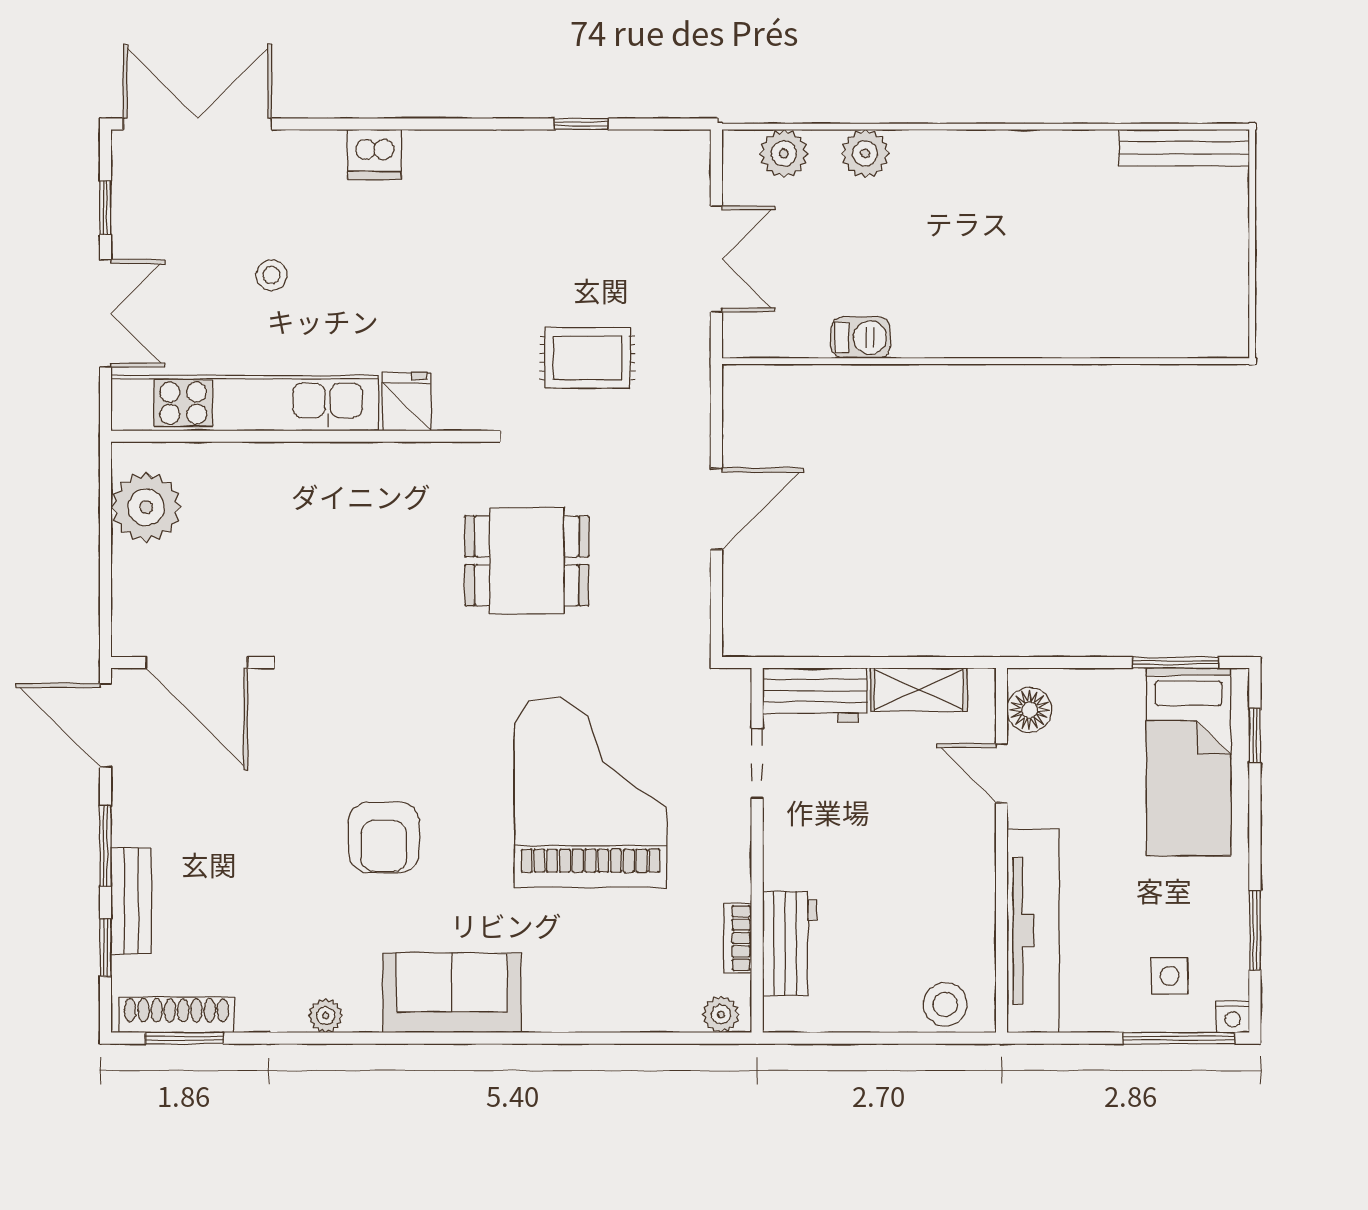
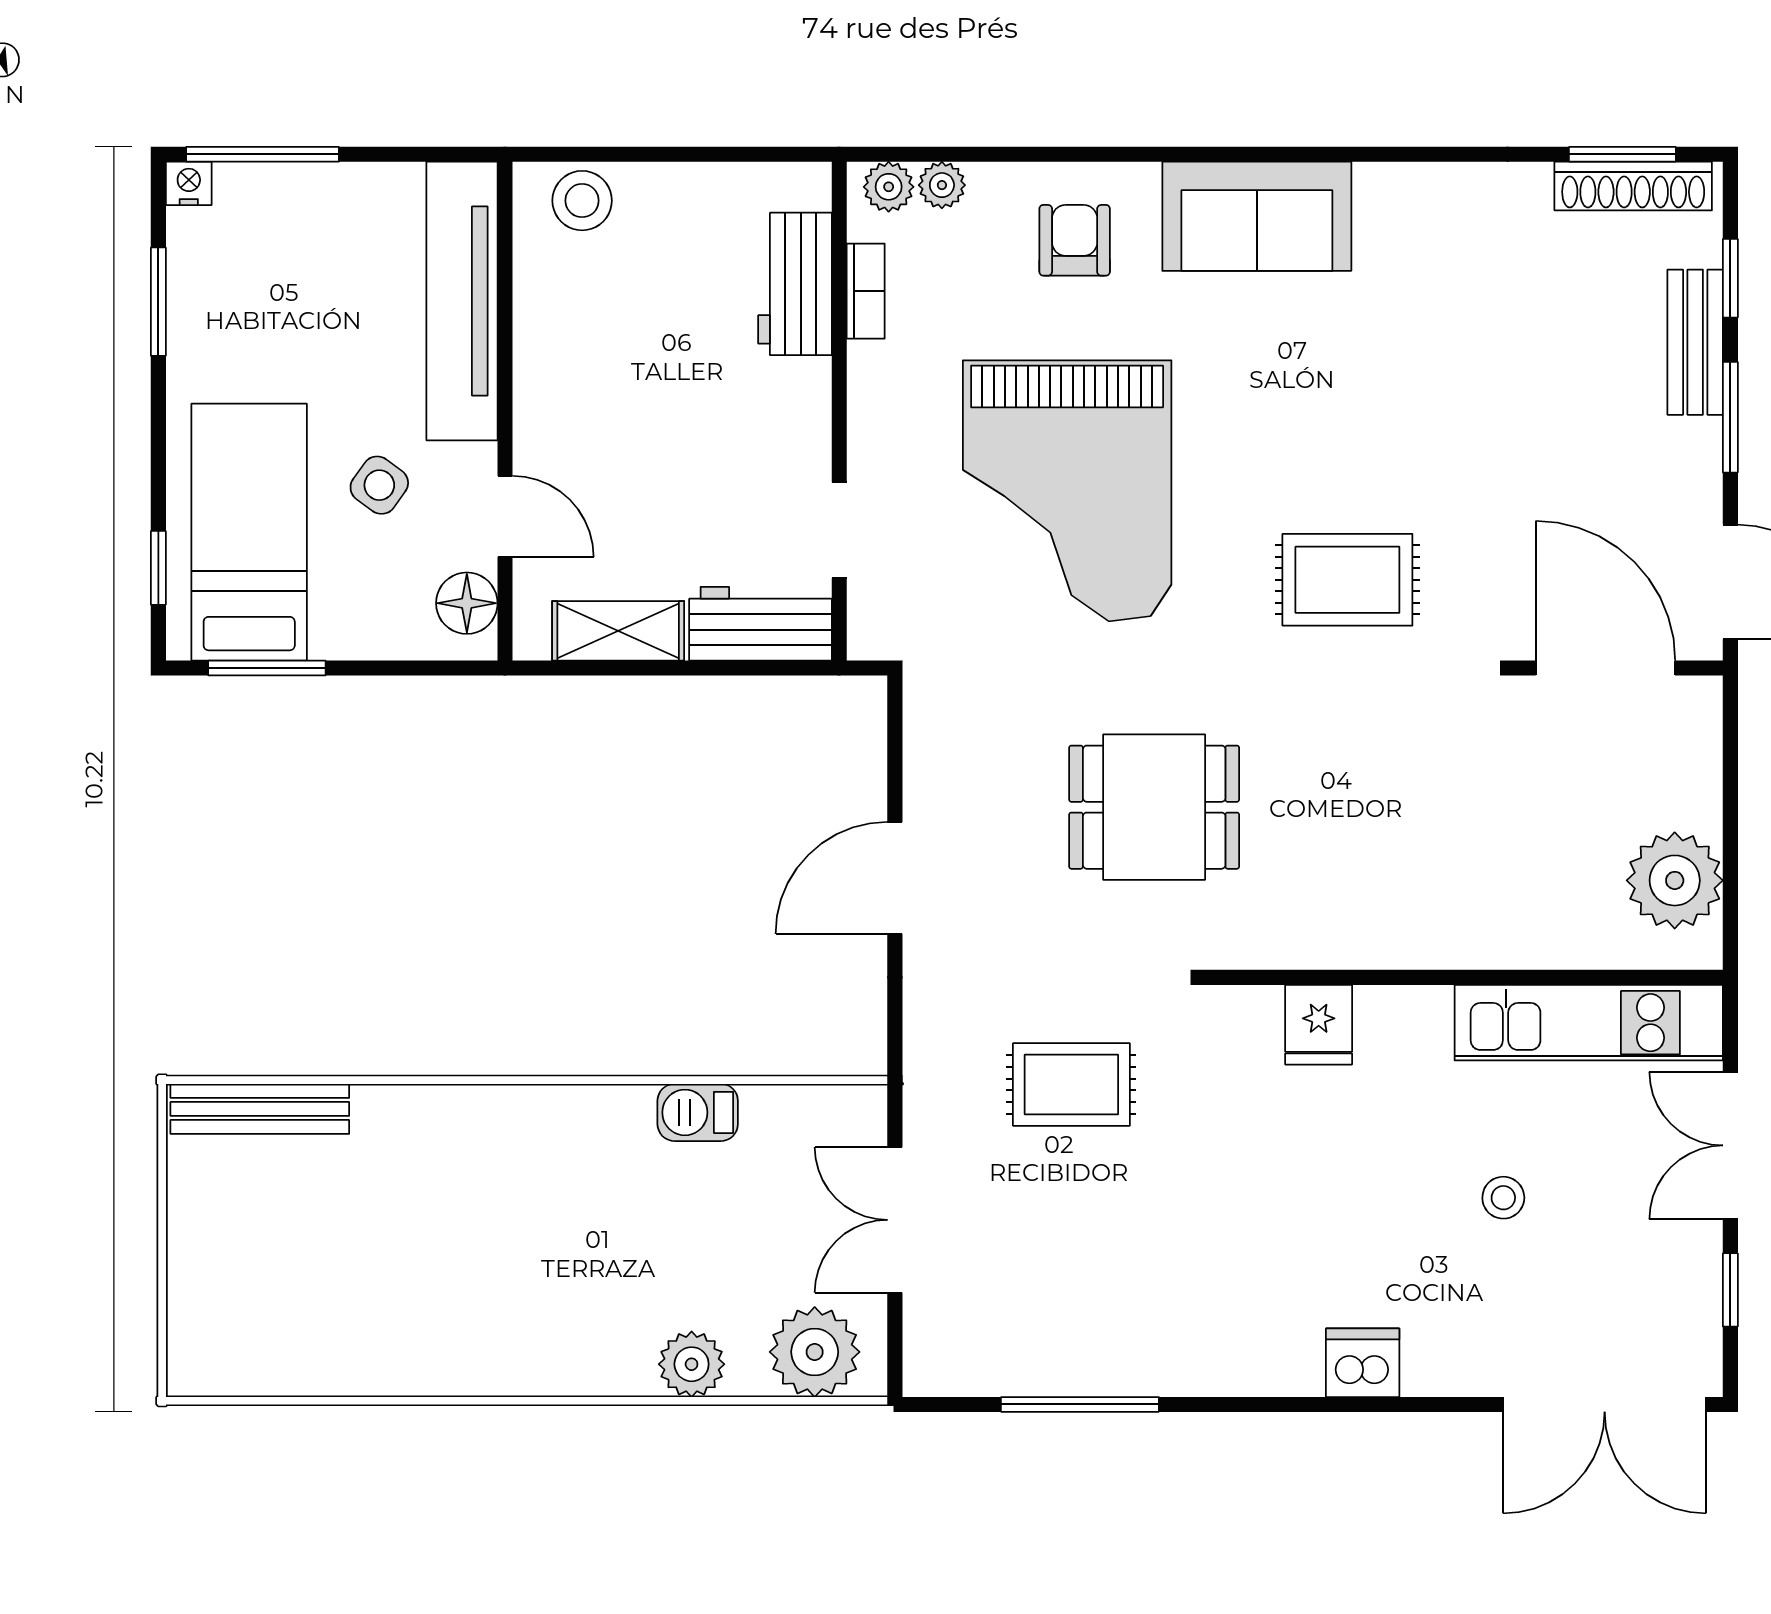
window: (581, 124) -> (1080, 1404), width x2.17
bench: (1184, 148) -> (260, 1109), moved
plant: (784, 154) -> (815, 1352), width x1.36, depth x1.36
kitchen unit: (245, 403) -> (1589, 1023), width x0.73
rug: (385, 727) -> (1347, 580), added
armchair: (384, 837) -> (1075, 240), moved, width x0.72, depth x0.72
side table: (1170, 976) -> (379, 485), moved, turned 36
plant: (326, 1016) -> (942, 185), moved

